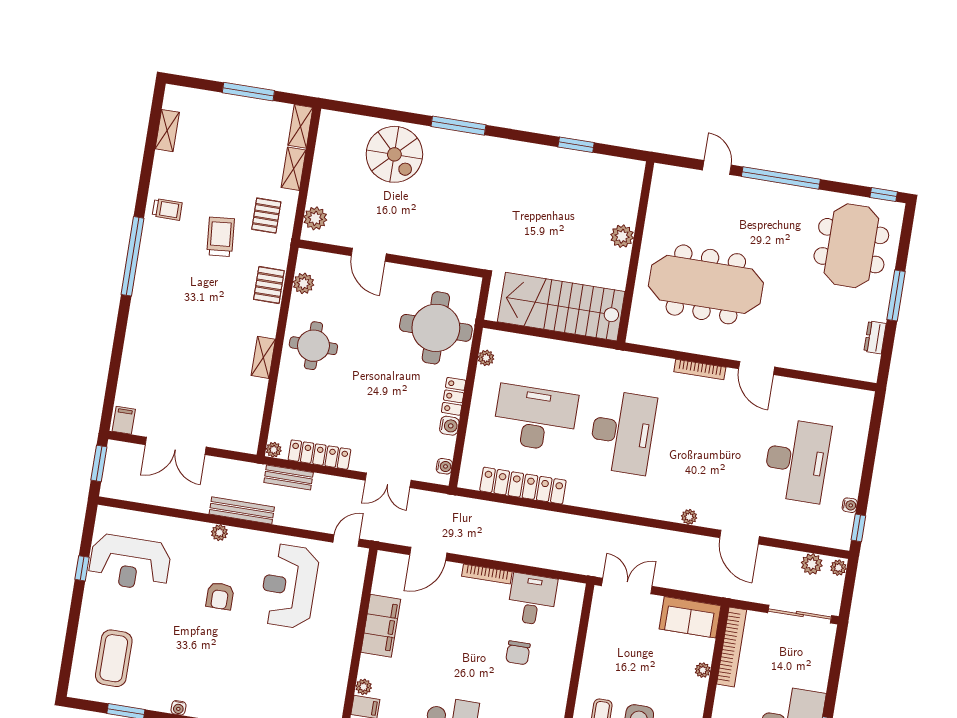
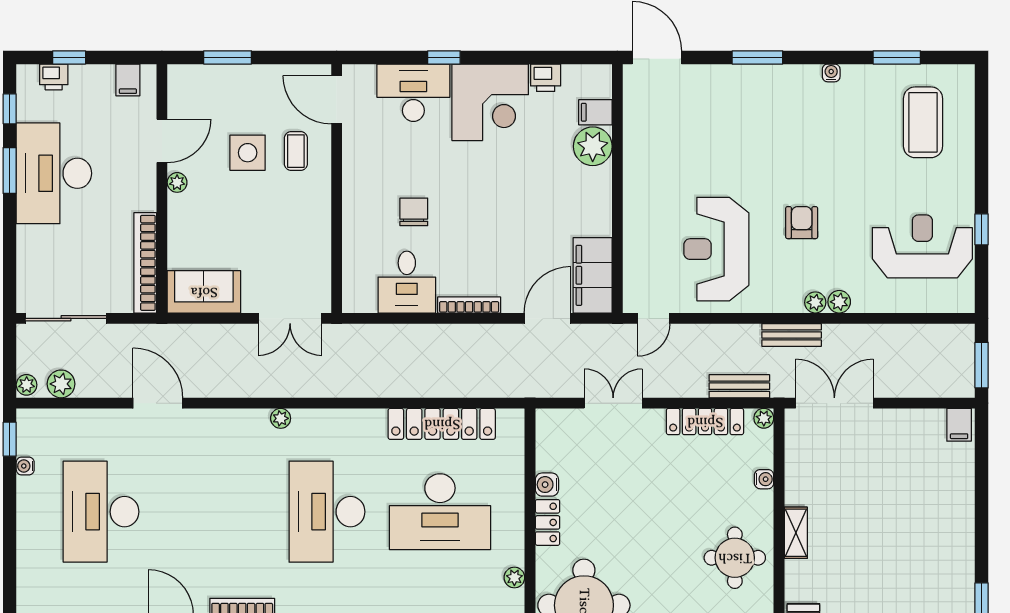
double door: (176, 446) -> (834, 403), moved
water cooler: (444, 466) -> (764, 479), moved, turned 180
bench: (242, 511) -> (792, 335), width x0.73
plant: (689, 517) -> (281, 418), moved
plant: (201, 530) -> (839, 302), added
reception desk: (289, 586) -> (716, 249), turned 180
filing cabinet: (381, 626) -> (593, 275), moved
plant: (703, 670) -> (177, 182), moved
plant: (364, 687) -> (593, 146), width x1.88, depth x1.88

